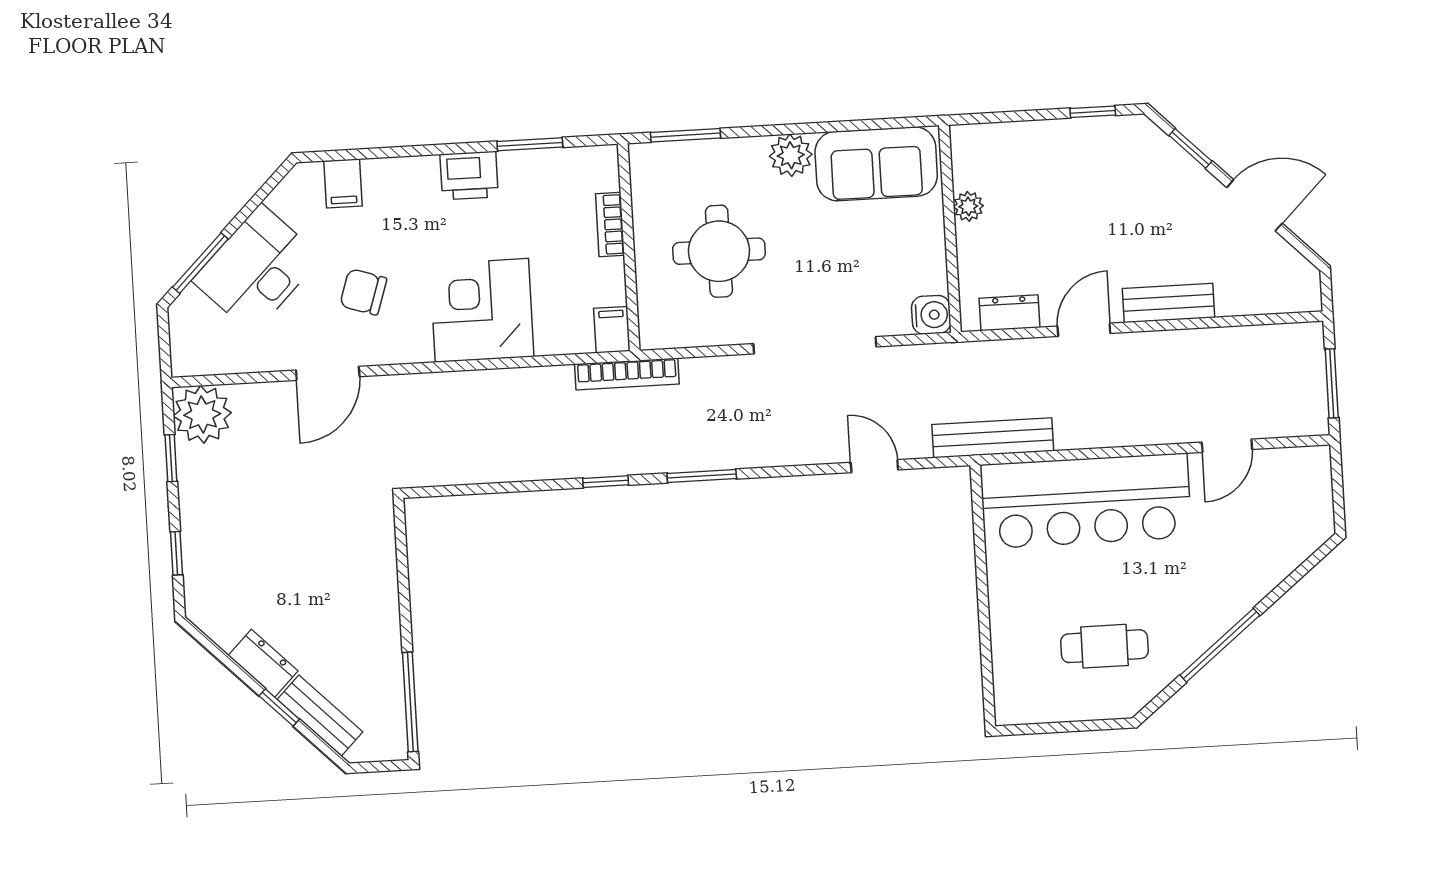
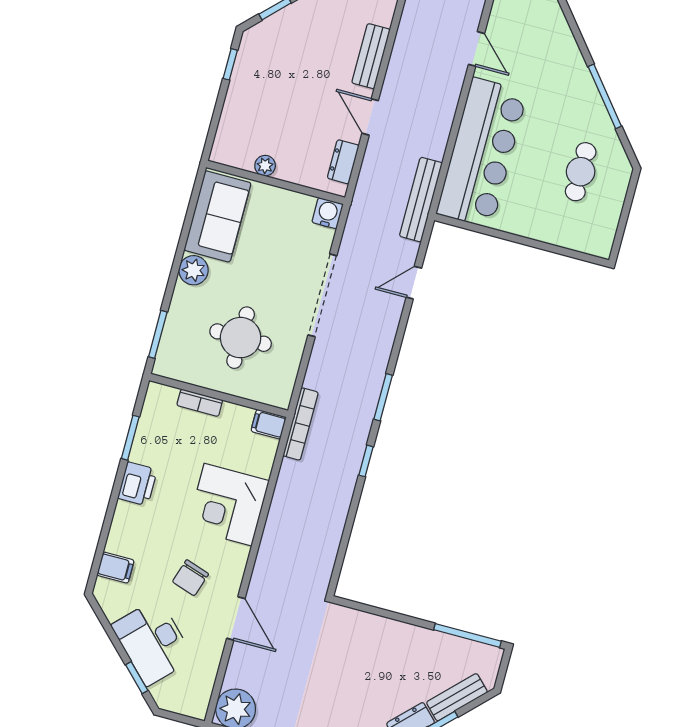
window: (200, 263) -> (137, 678), width x0.67

